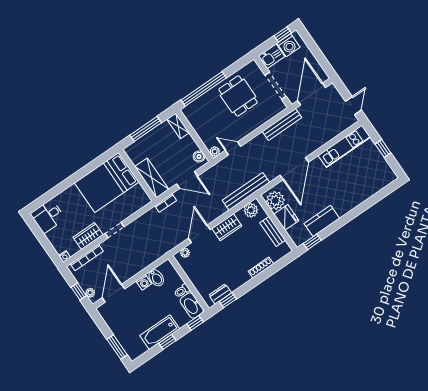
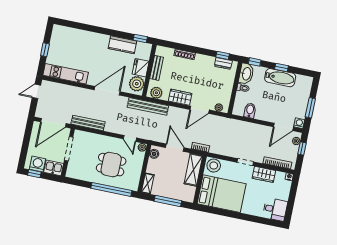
dining table: (238, 96) -> (111, 165), moved, turned 90
stool: (138, 199) -> (214, 166), added
washing machine: (144, 282) -> (299, 123), moved
window: (117, 347) -> (310, 108), moved

